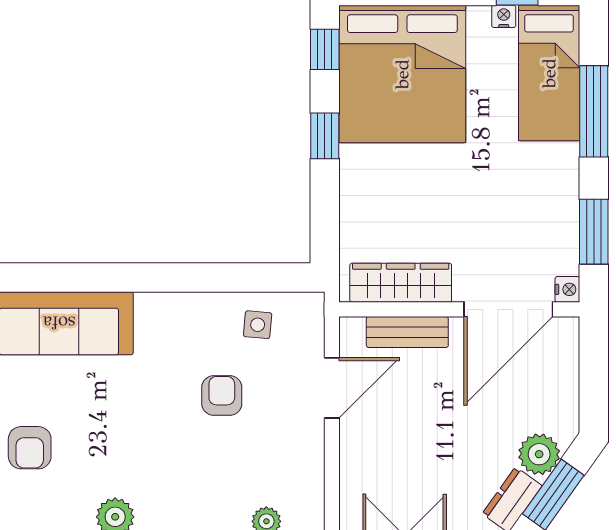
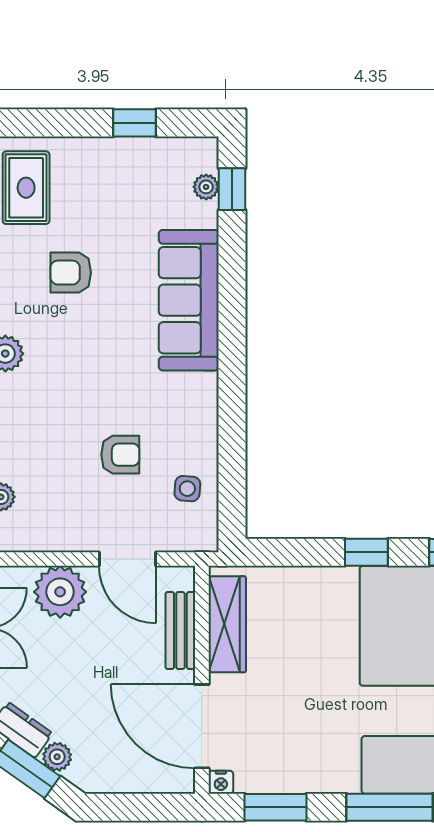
plant: (539, 454) -> (57, 757), width x0.73, depth x0.73
plant: (367, 459) -> (60, 592), added

